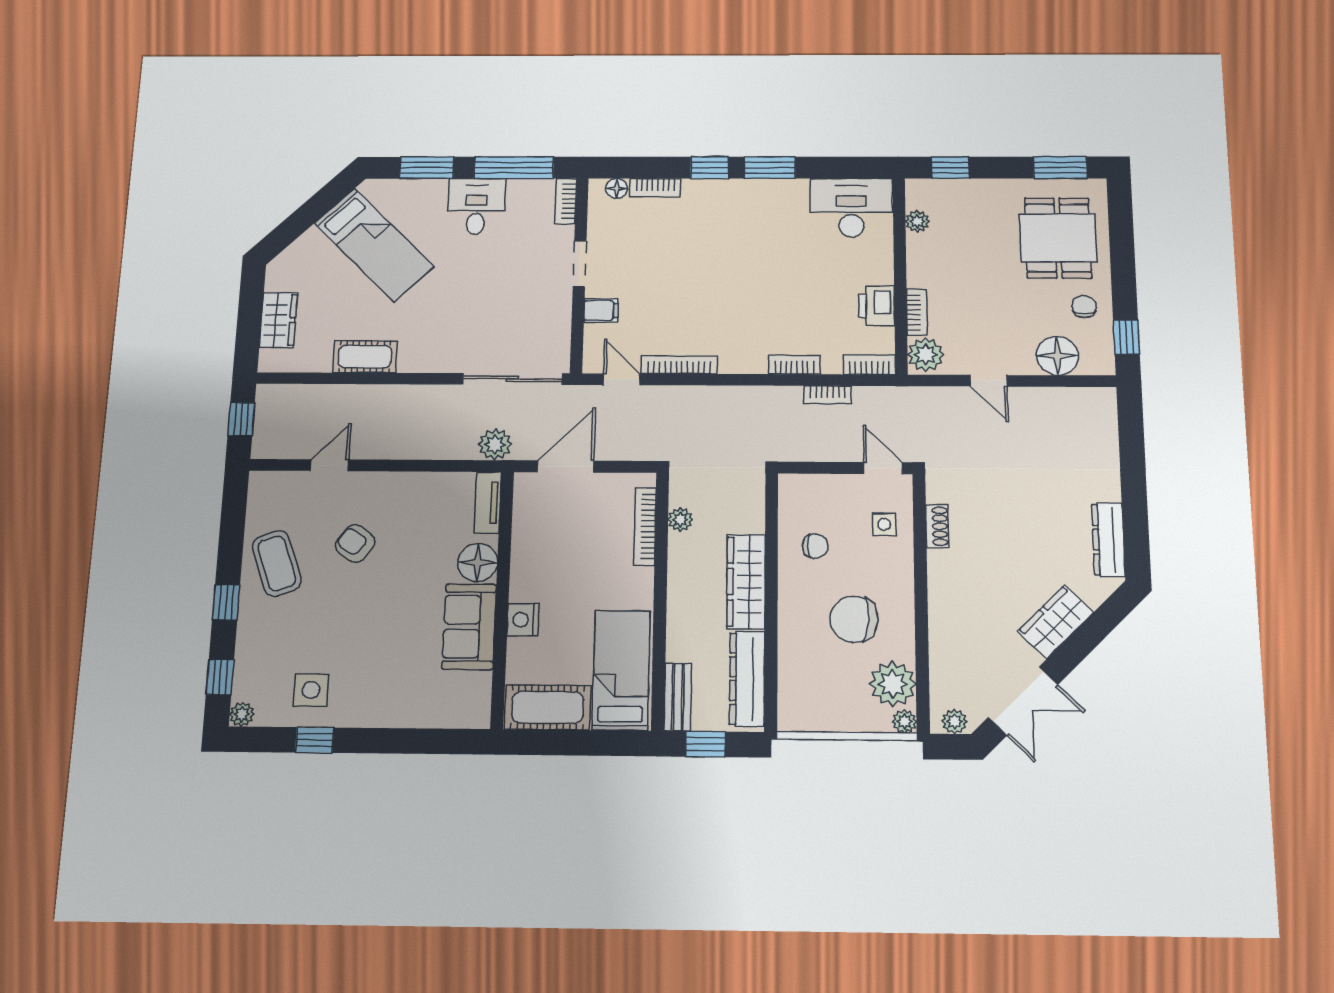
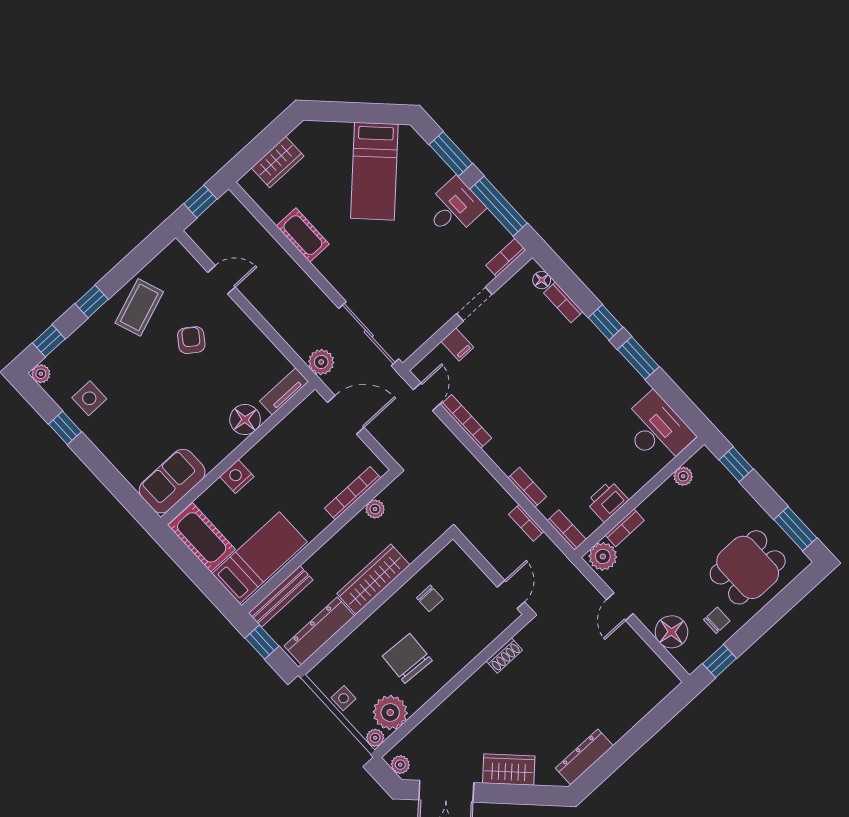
side table: (884, 524) -> (344, 698), moved
sofa: (469, 627) -> (172, 481), moved
bench: (678, 697) -> (281, 596), width x1.36

